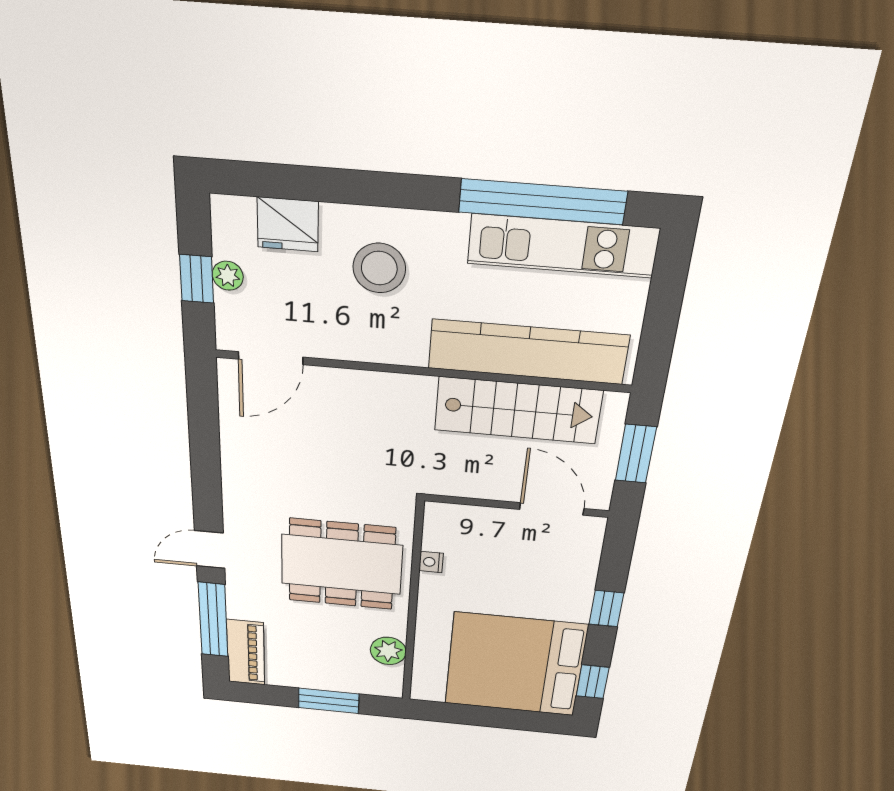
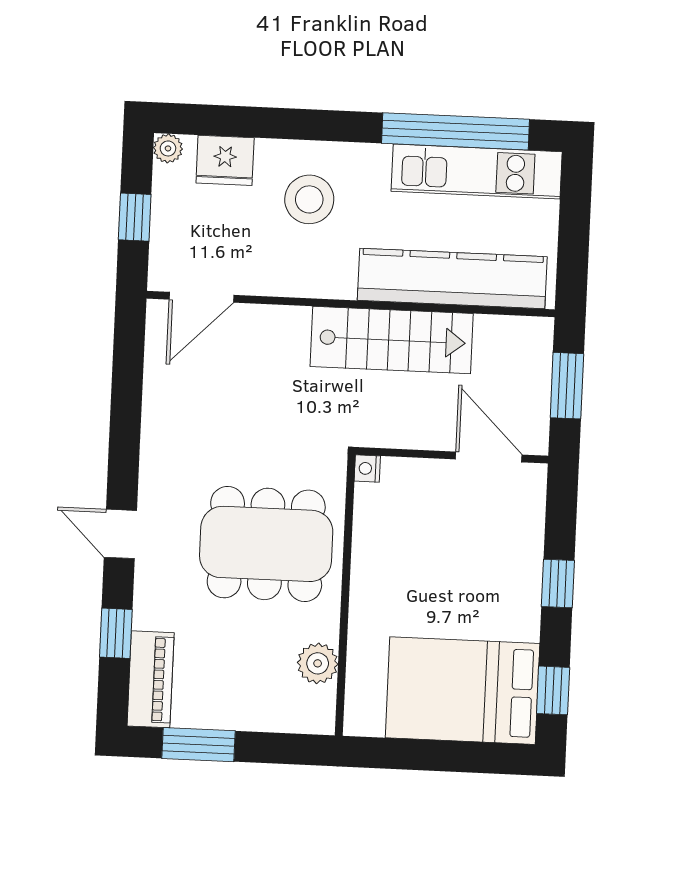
plant: (228, 276) -> (168, 148), moved
stairs: (518, 410) -> (392, 340), moved
door: (210, 550) -> (120, 534), hinge flipped
nightstand: (431, 562) -> (367, 469), moved
window: (213, 620) -> (116, 633), width x0.46
bed: (515, 665) -> (463, 691), width x0.73
window: (329, 701) -> (199, 745), moved

